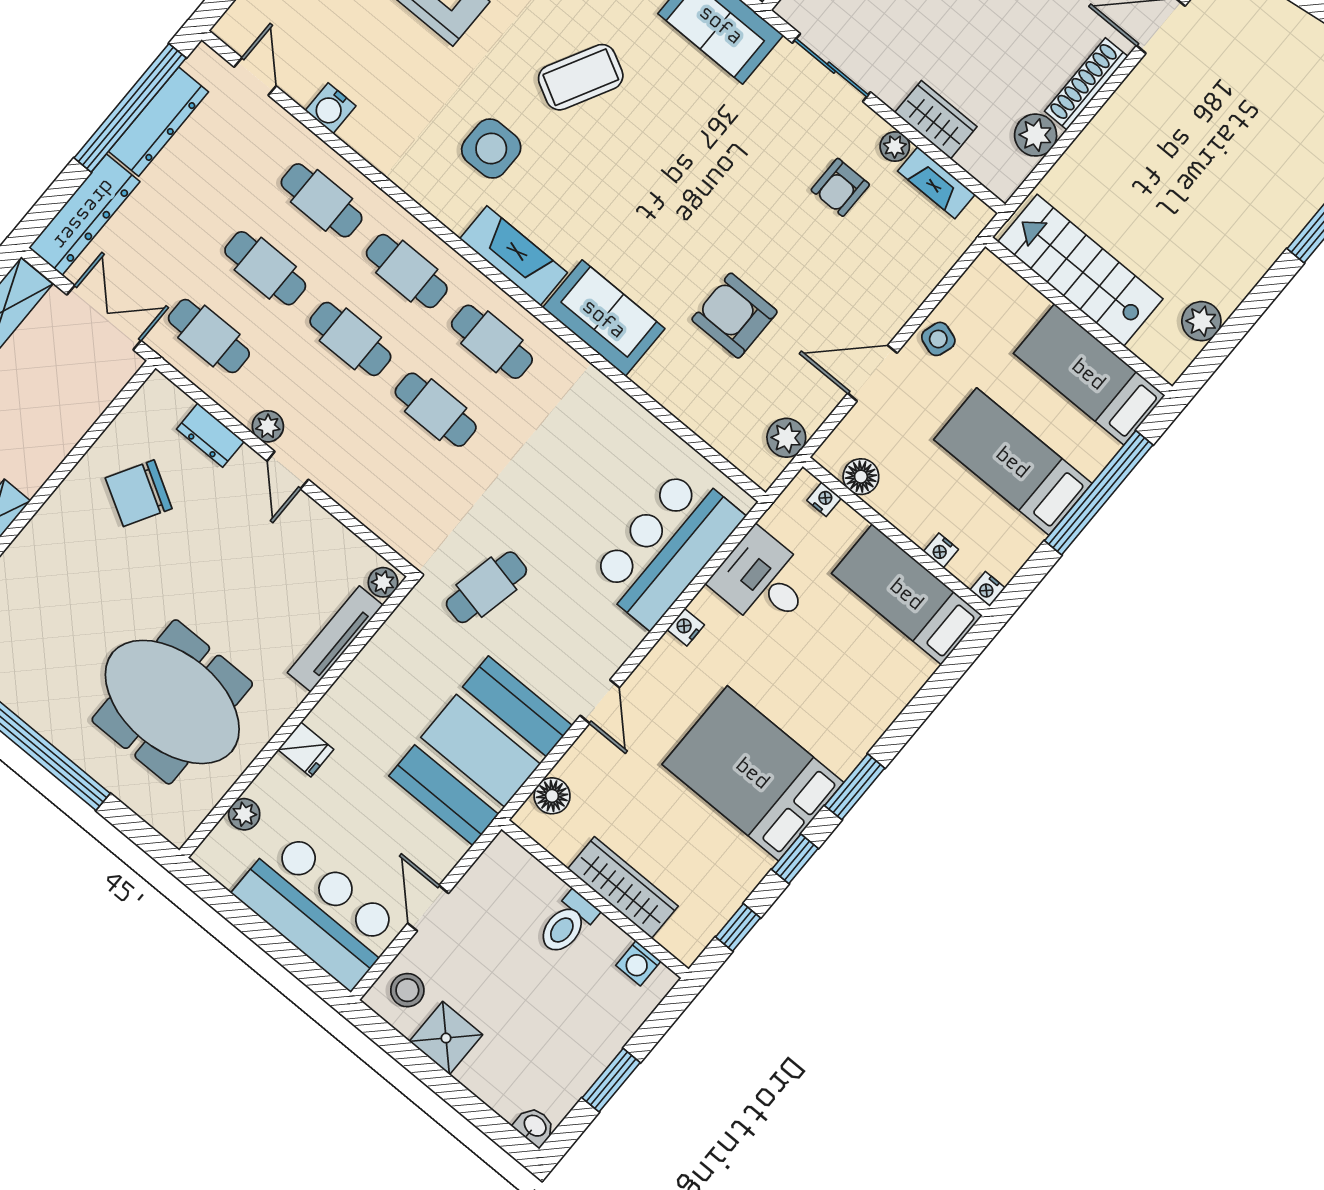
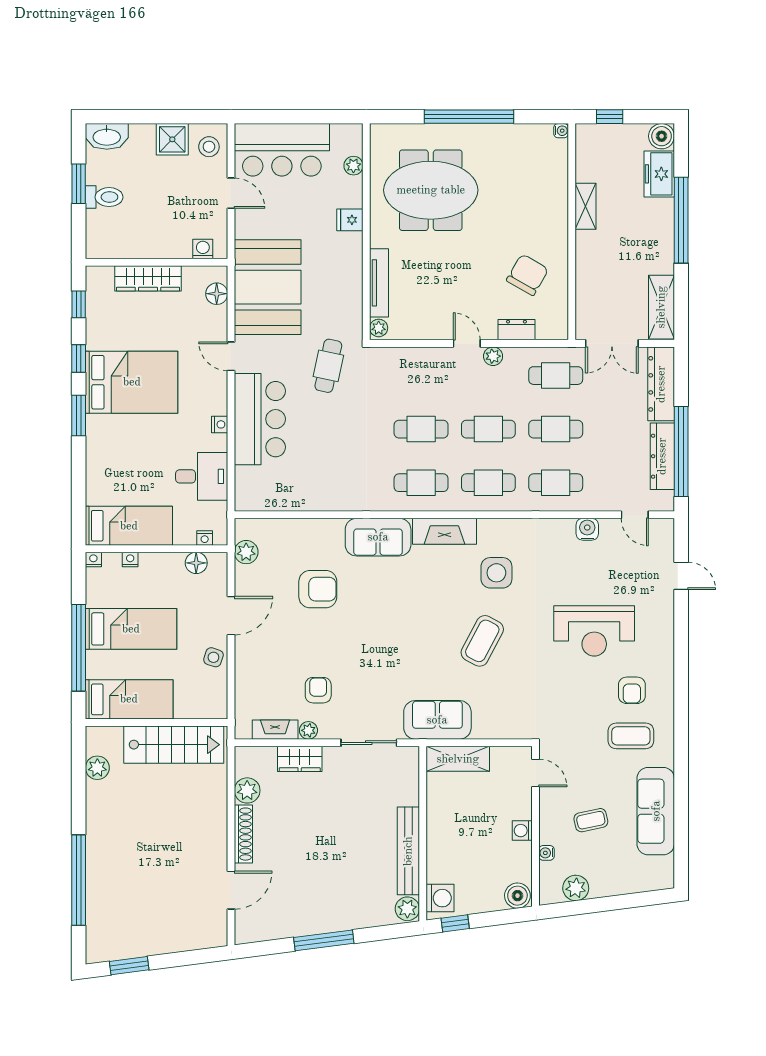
bar counter: (666, 547) -> (260, 419), moved
toilet: (567, 923) -> (104, 197), moved, turned 90
washing machine: (638, 963) -> (203, 249), moved
washbasin: (535, 1126) -> (107, 136), width x1.91, depth x1.45

